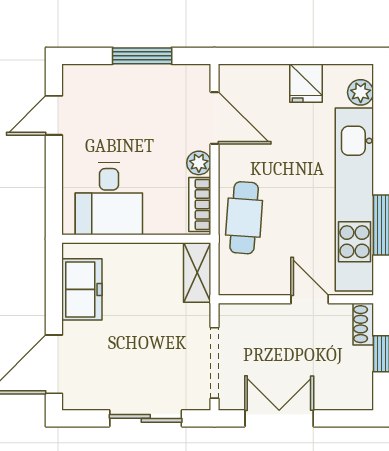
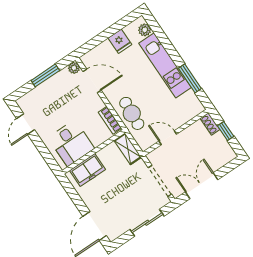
plant: (199, 163) -> (74, 68), moved
kitchen unit: (354, 200) -> (165, 65), width x0.73
freezer: (82, 289) -> (87, 170), moved, turned 90
door: (310, 299) -> (168, 138), moved

